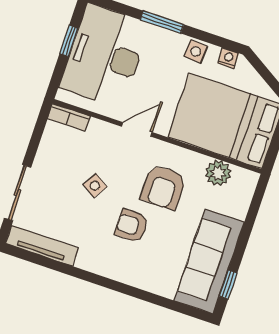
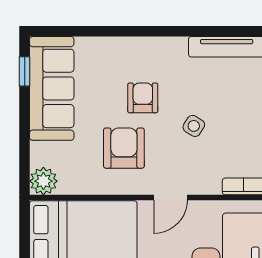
plant: (218, 173) -> (43, 181), moved
armchair: (132, 226) -> (143, 98), turned -90

